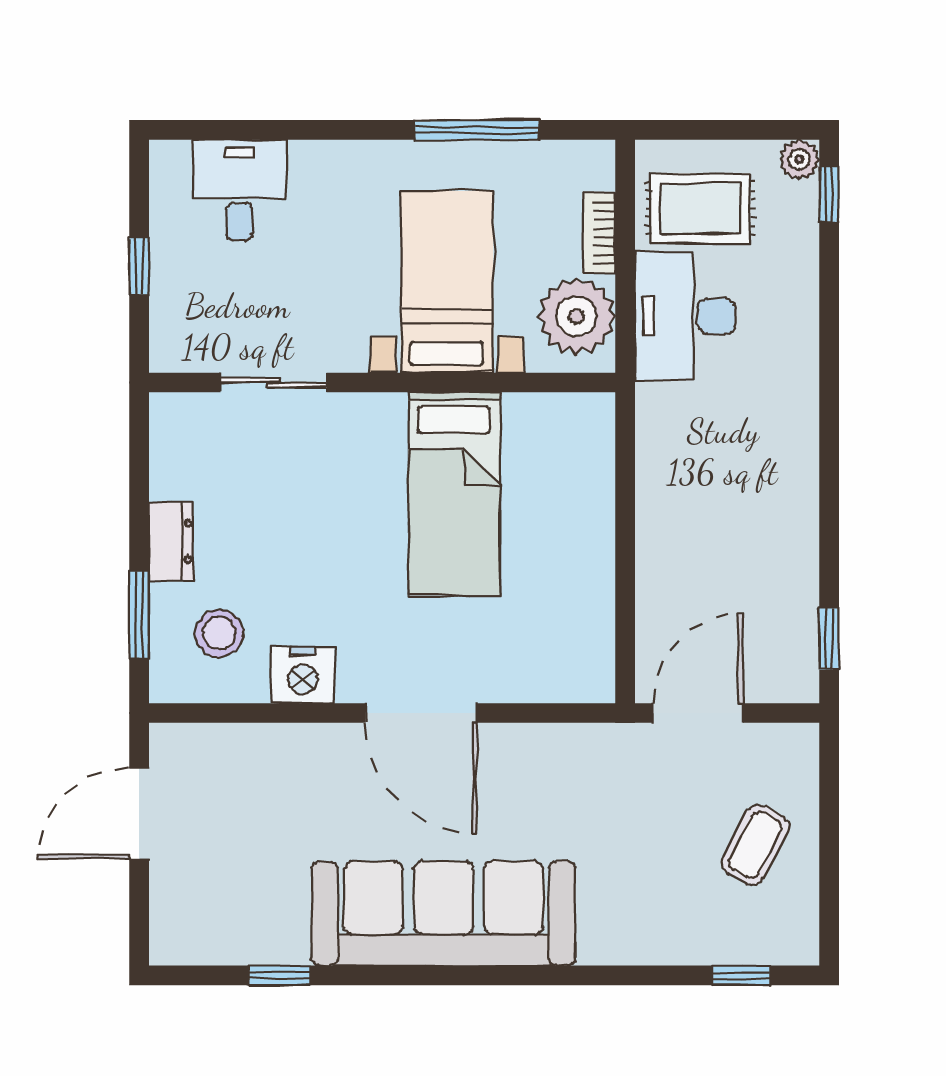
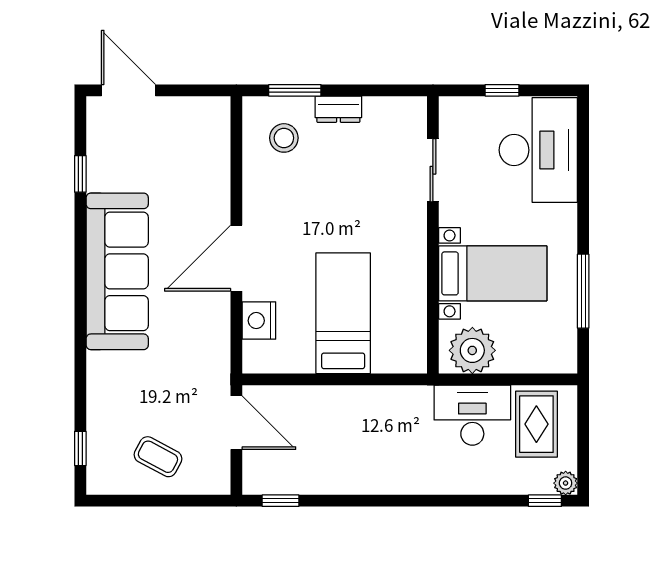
desk: (239, 190) -> (538, 150), width x1.87, depth x1.30
bookcase: (599, 233) -> (522, 364), removed
bed: (454, 494) -> (343, 313), moved, turned 90
nightstand: (303, 675) -> (259, 321), moved
door: (139, 813) -> (128, 90), moved

